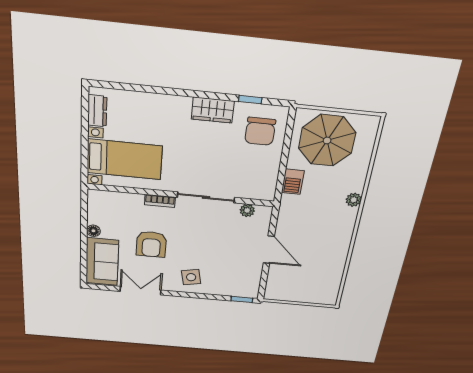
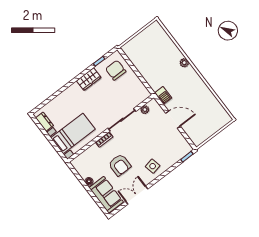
chair: (260, 131) -> (116, 70), turned 180
parasol: (327, 140) -> (146, 49), removed
barbecue: (293, 182) -> (163, 95), moved

